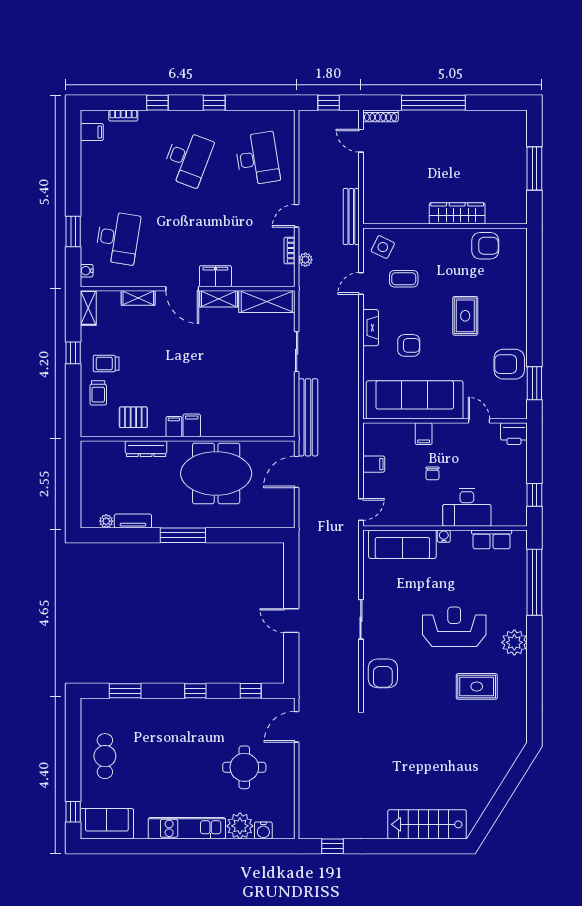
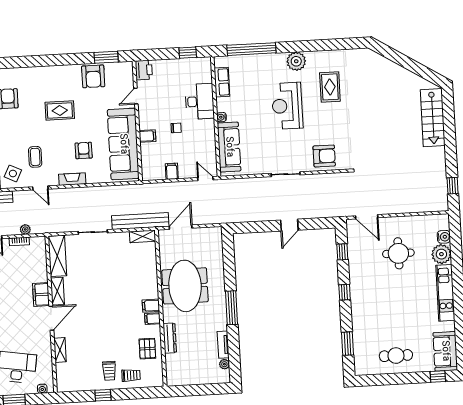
shelving: (88, 308) -> (143, 236), moved
door: (297, 472) -> (181, 227), swing flipped

